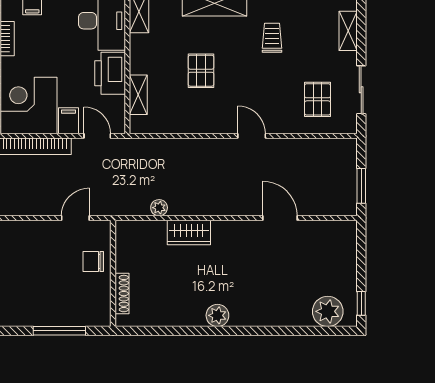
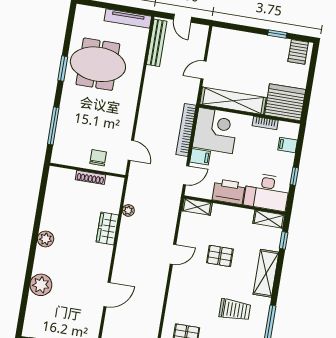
trolley: (272, 38) -> (235, 310), width x1.36, depth x1.39
shelving: (138, 95) -> (197, 207), moved
door: (252, 136) -> (173, 254), moved
shoe rack: (122, 294) -> (90, 177), moved
plant: (328, 311) -> (41, 285), moved

